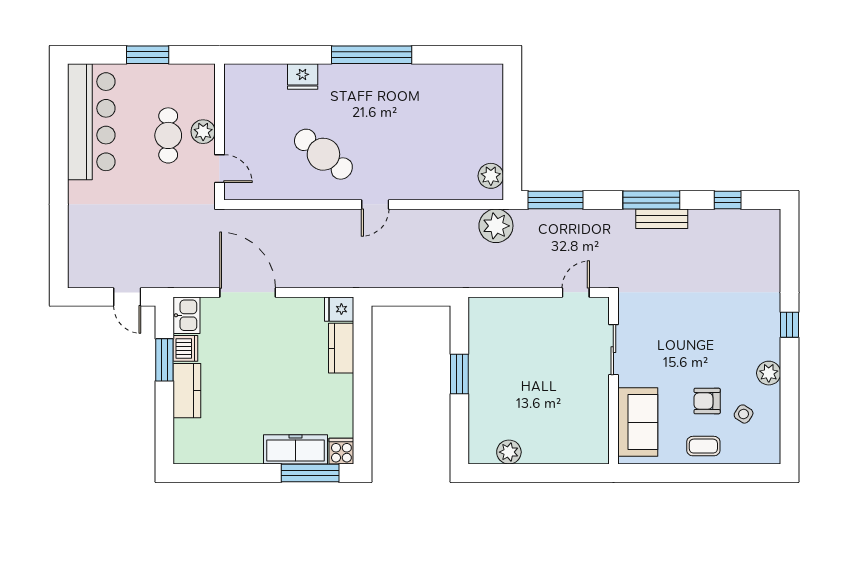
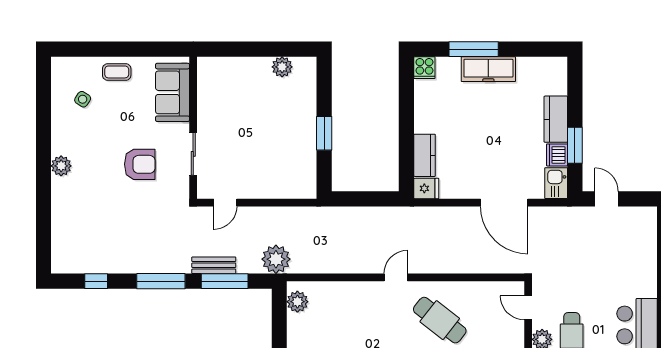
window: (556, 200) -> (225, 281), moved
bench: (662, 219) -> (214, 265), moved
plant: (496, 226) -> (276, 259), moved
window: (790, 325) -> (44, 175), removed
plant: (769, 373) -> (61, 166), moved
armchair: (707, 401) -> (140, 164), moved, width x1.38, depth x1.38
freezer: (295, 449) -> (488, 69), moved
window: (310, 473) -> (474, 49), moved

